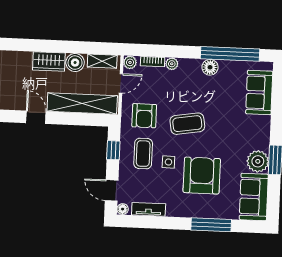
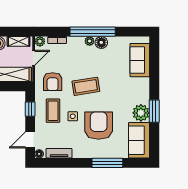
window: (230, 54) -> (93, 32), moved
plant: (172, 64) -> (90, 41), moved
door: (112, 190) -> (30, 140), hinge flipped

